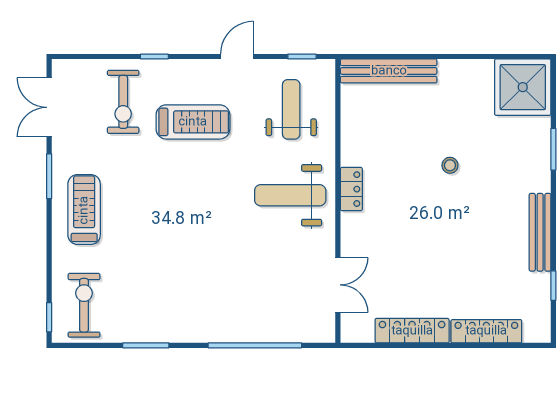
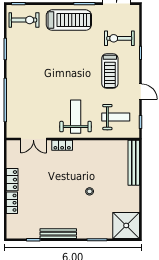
locker: (351, 189) -> (62, 145), moved
treadmill: (84, 210) -> (69, 20), width x1.37, depth x1.38
locker: (412, 331) -> (12, 180), width x0.66
locker: (486, 331) -> (12, 203), width x0.66

